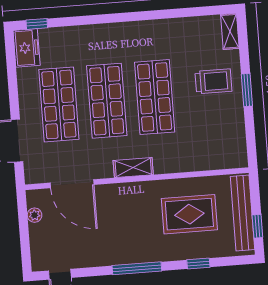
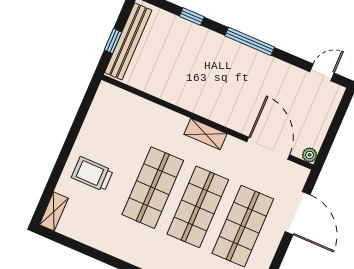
window: (247, 90) -> (66, 150), removed
rug: (189, 214) -> (177, 65), removed
plant: (35, 215) -> (310, 155), moved
window: (257, 226) -> (113, 41), moved

